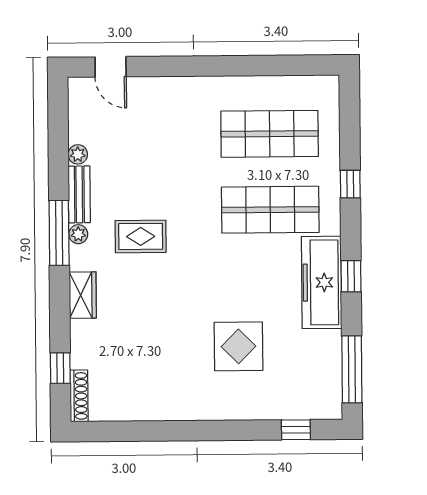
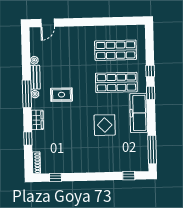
door: (111, 67) -> (48, 23), hinge flipped
window: (351, 276) -> (151, 93), moved
display table: (239, 346) -> (105, 125), moved
window: (60, 368) -> (28, 139), moved
window: (123, 431) -> (55, 177), added

